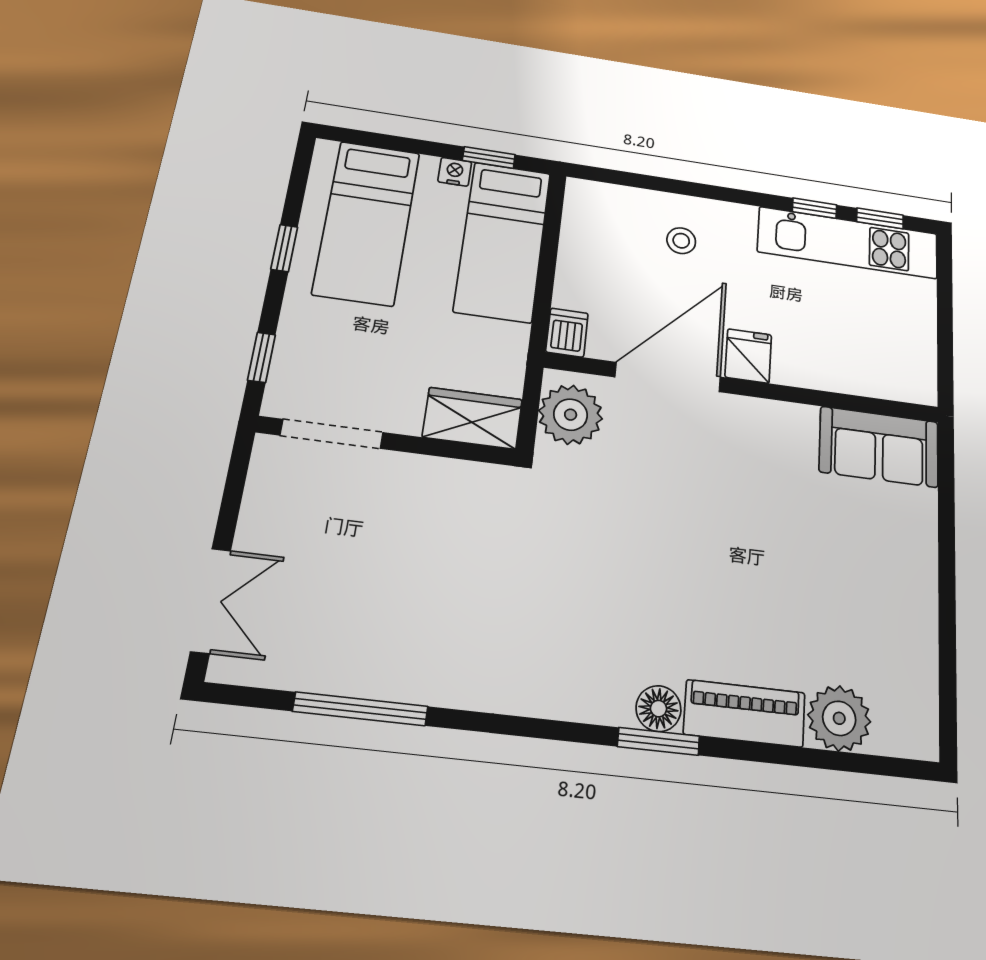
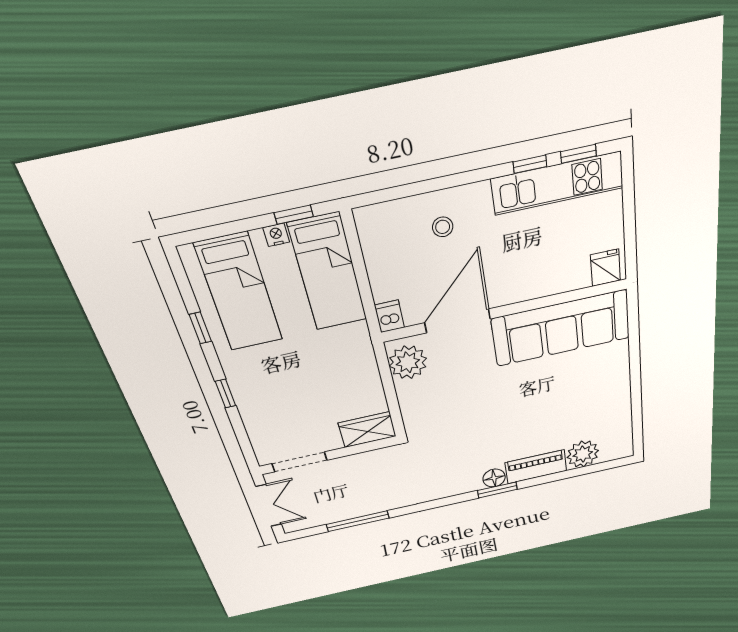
fridge: (748, 356) -> (605, 268), moved
wardrobe: (472, 418) -> (367, 430), moved
doorway: (332, 434) -> (299, 462), moved
wall: (387, 441) -> (329, 455), moved
sofa: (879, 447) -> (561, 328), width x1.85, depth x1.27

